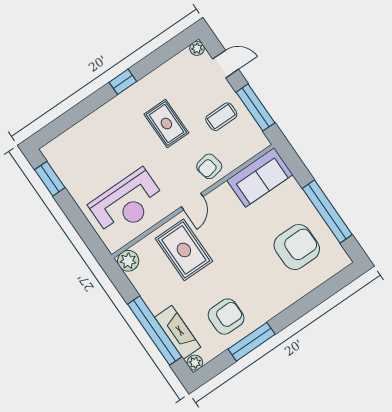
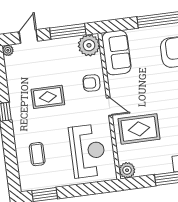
coffee table: (221, 117) -> (37, 154), moved
plant: (252, 141) -> (89, 45), added
armchair: (209, 166) -> (92, 83), turned 104

